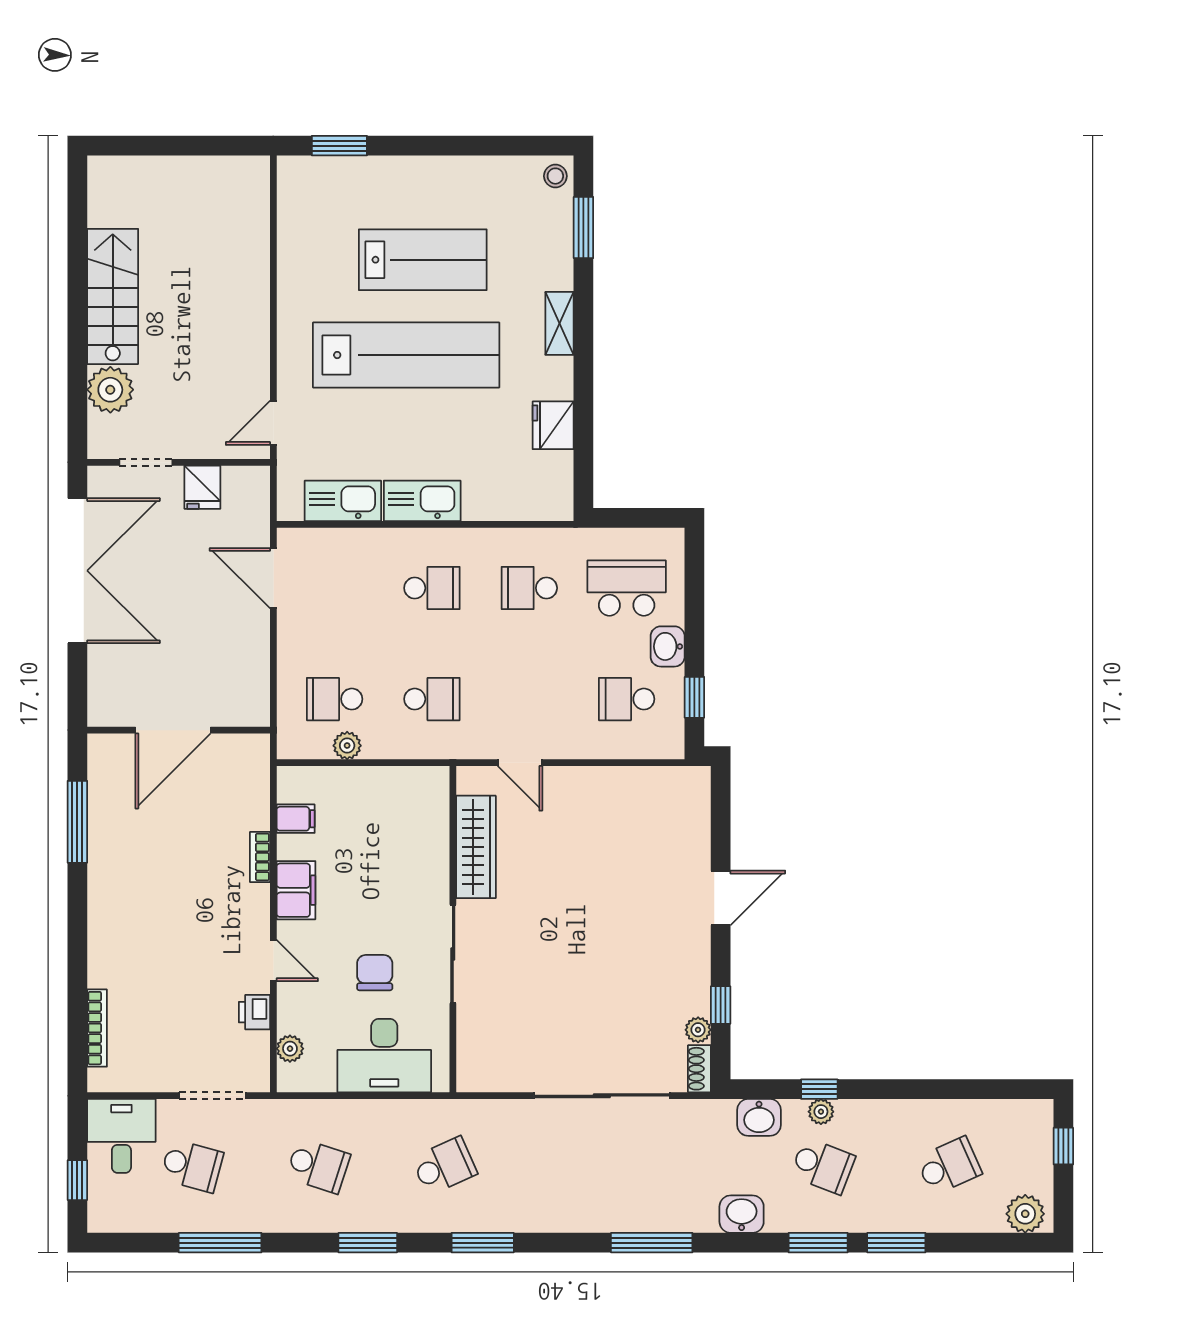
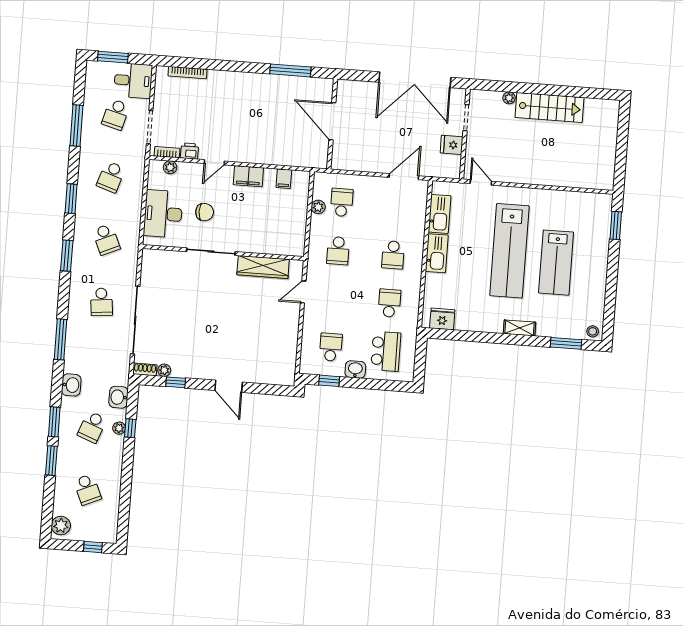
plant: (110, 390) -> (509, 98), width x0.53, depth x0.53
fridge: (553, 425) -> (442, 319), moved
bookcase: (260, 857) -> (167, 152), moved
school desk: (570, 1166) -> (102, 302), added
window: (77, 1180) -> (113, 57), width x1.50

